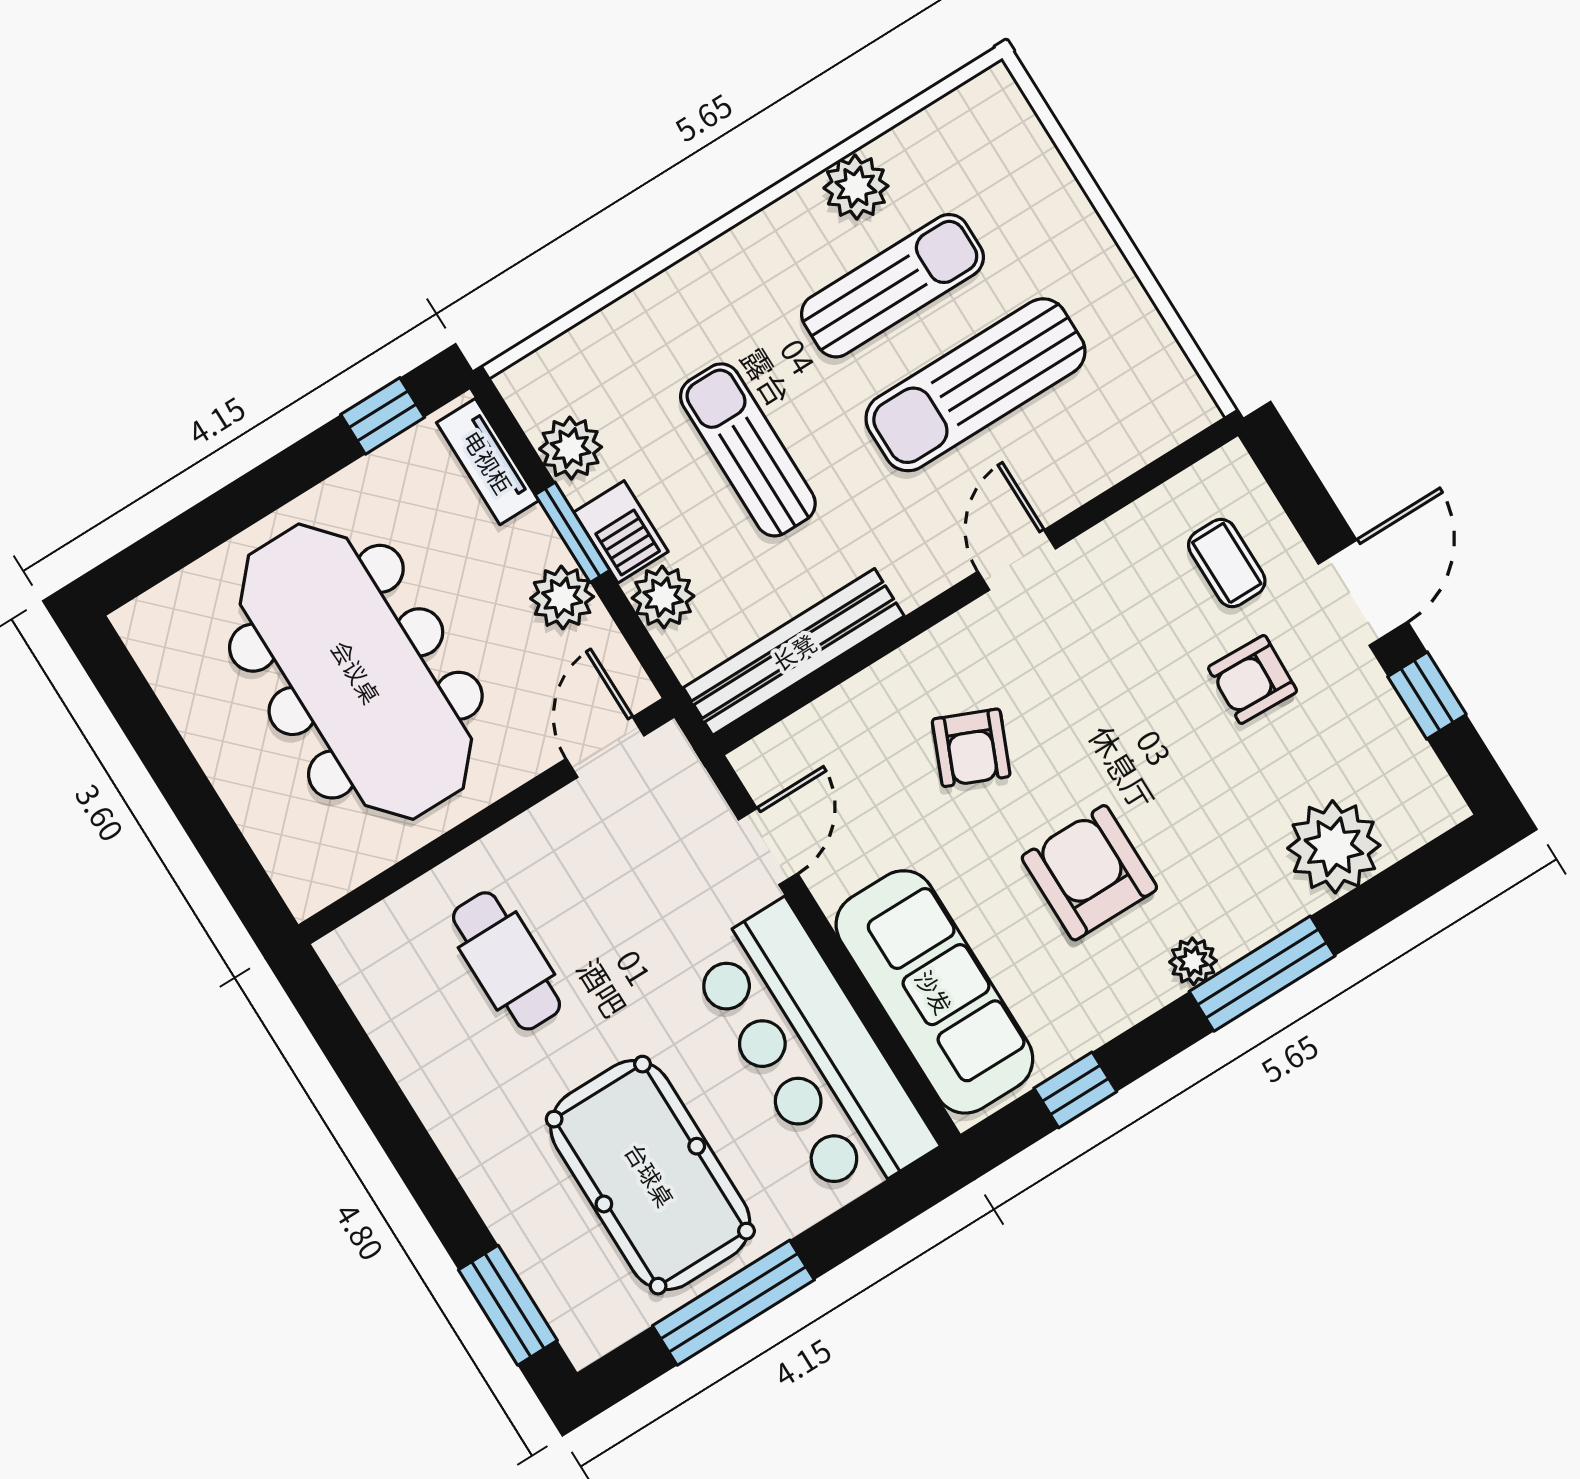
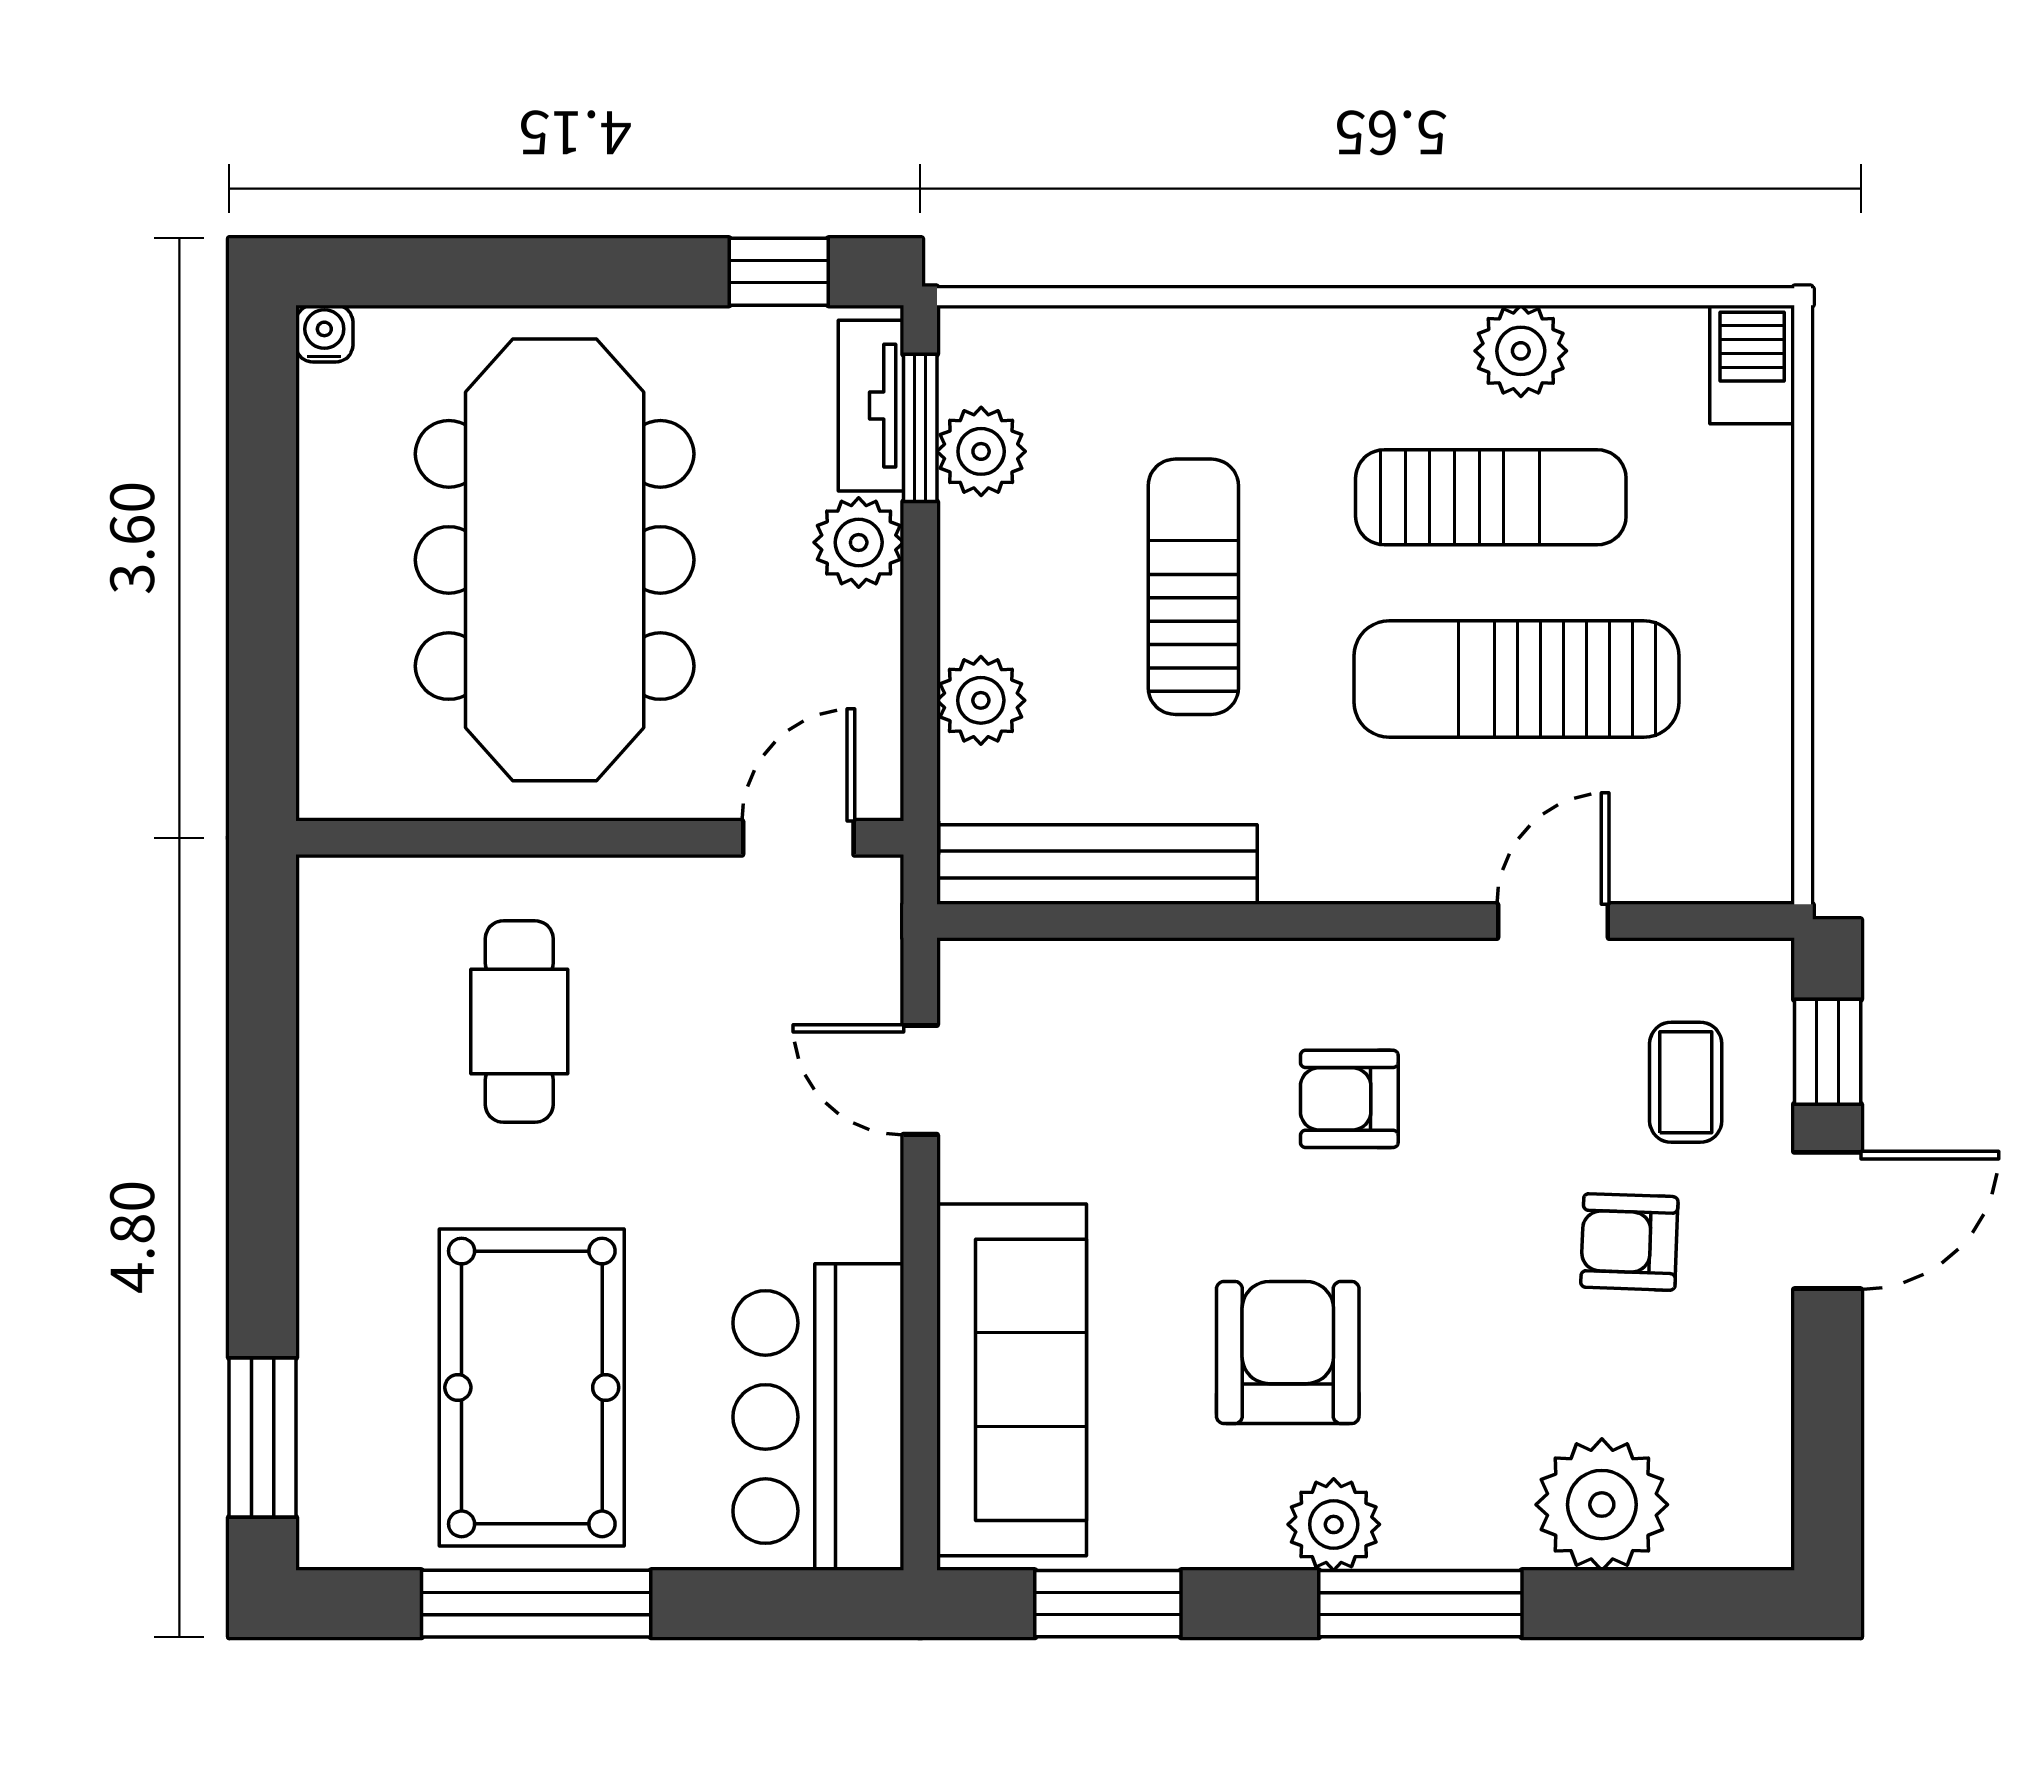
window: (573, 532) -> (920, 428), moved
barbecue: (621, 532) -> (1752, 364), moved, turned 180
door: (1017, 560) -> (1553, 921), moved
plant: (562, 598) -> (859, 542), moved
water cooler: (134, 622) -> (324, 334), added
window: (1427, 696) -> (1828, 1052), moved
armchair: (971, 748) -> (1349, 1099), moved, turned 67
door: (768, 847) -> (920, 1080), swing flipped
plant: (1193, 961) -> (1334, 1524), width x1.38, depth x1.38
bar counter: (812, 1053) -> (818, 1417), width x0.73
window: (1075, 1090) -> (1108, 1604), width x1.50

